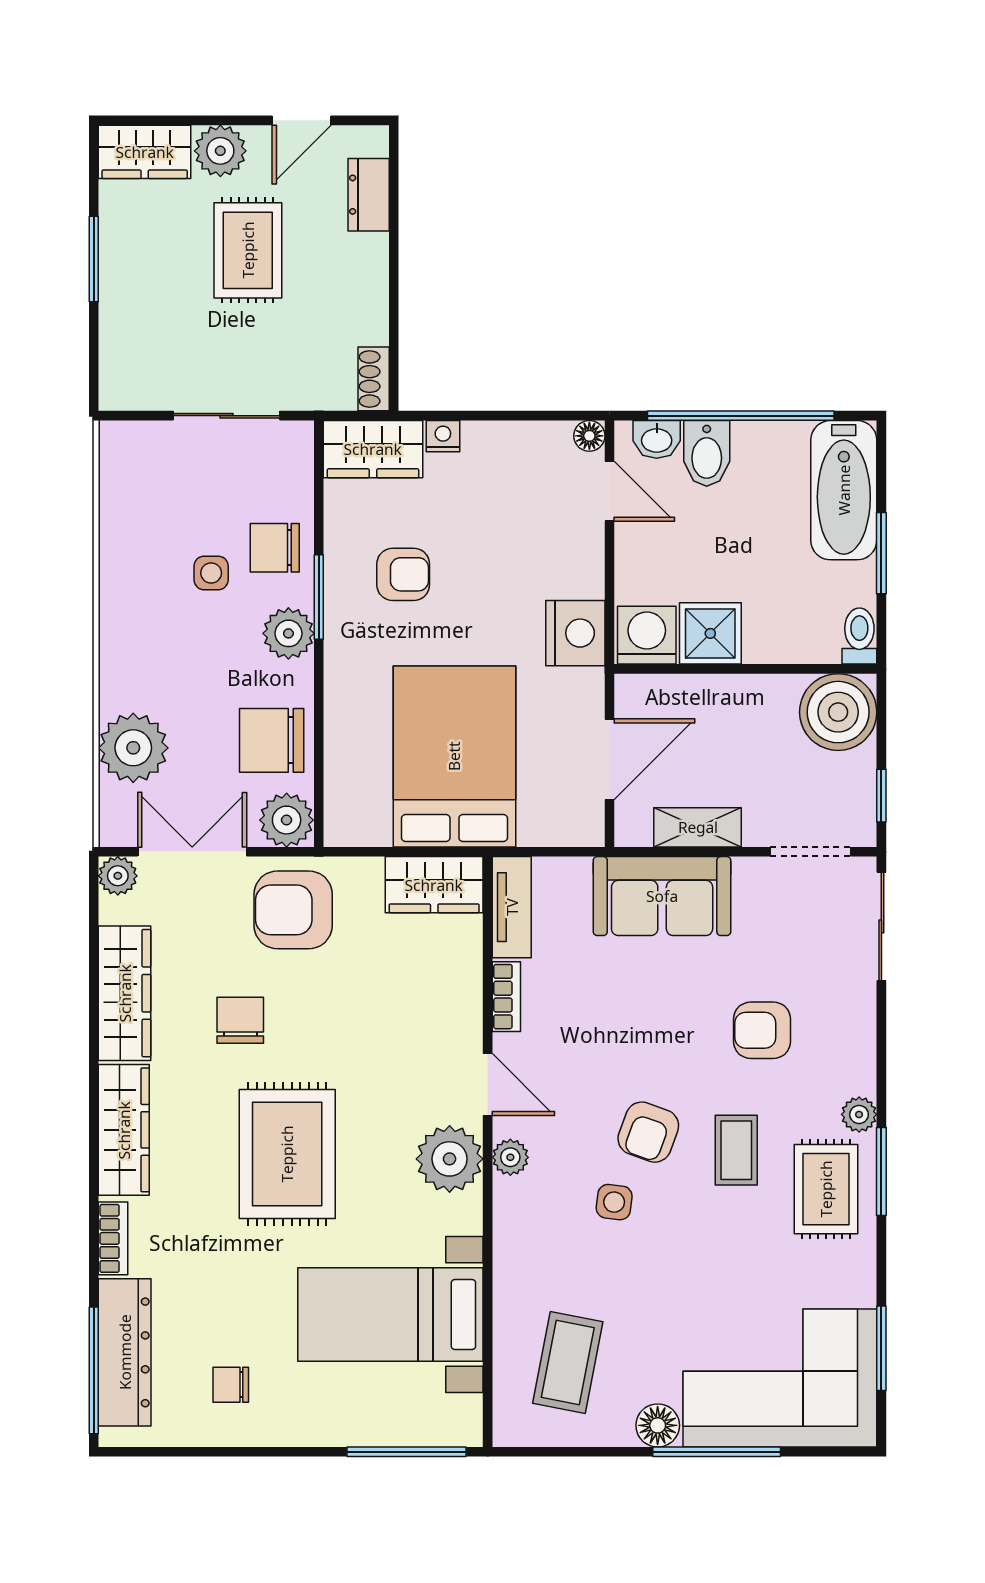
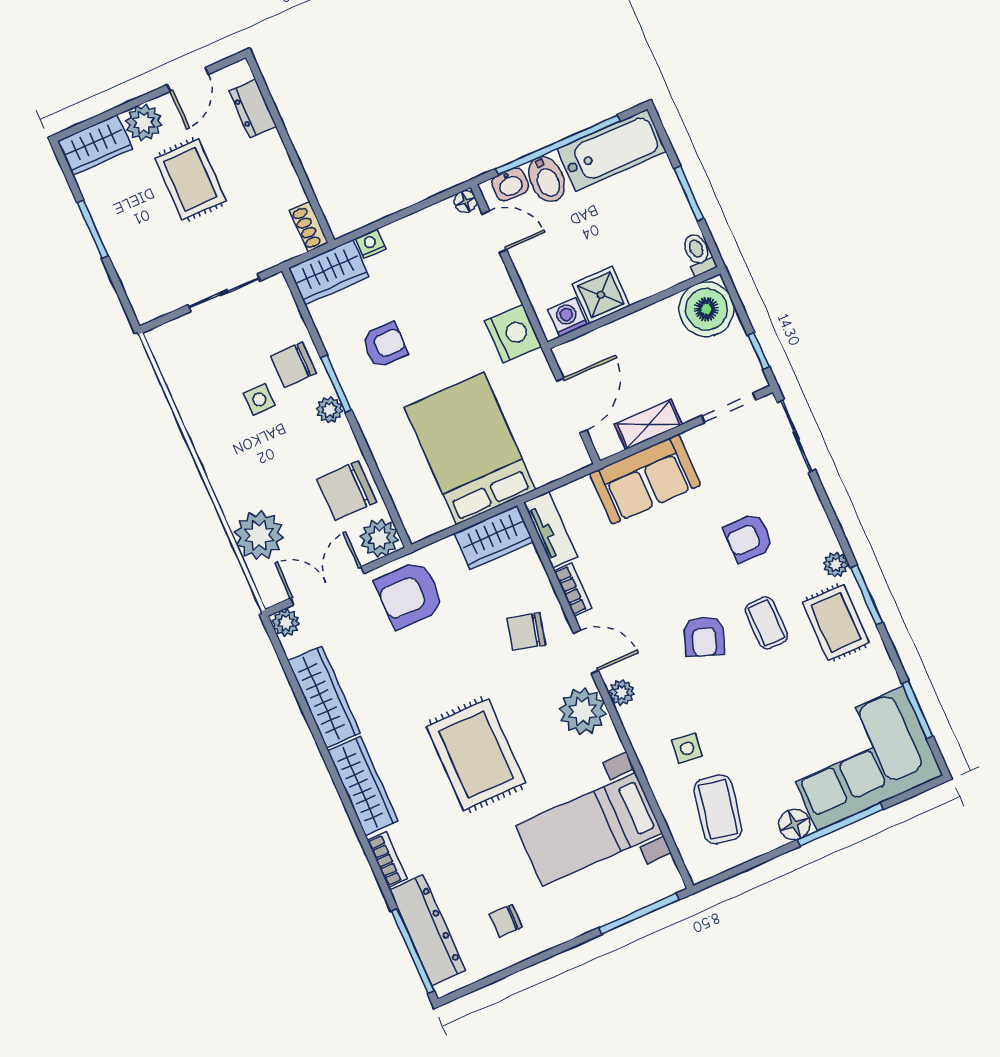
bathtub: (844, 490) -> (612, 150), moved, turned -90
plant: (288, 633) -> (329, 410), width x0.73, depth x0.73
washing machine: (647, 635) -> (568, 317), width x0.73, depth x0.73
chair: (240, 1020) -> (526, 631), moved, turned -76
side table: (614, 1202) -> (687, 748), moved

